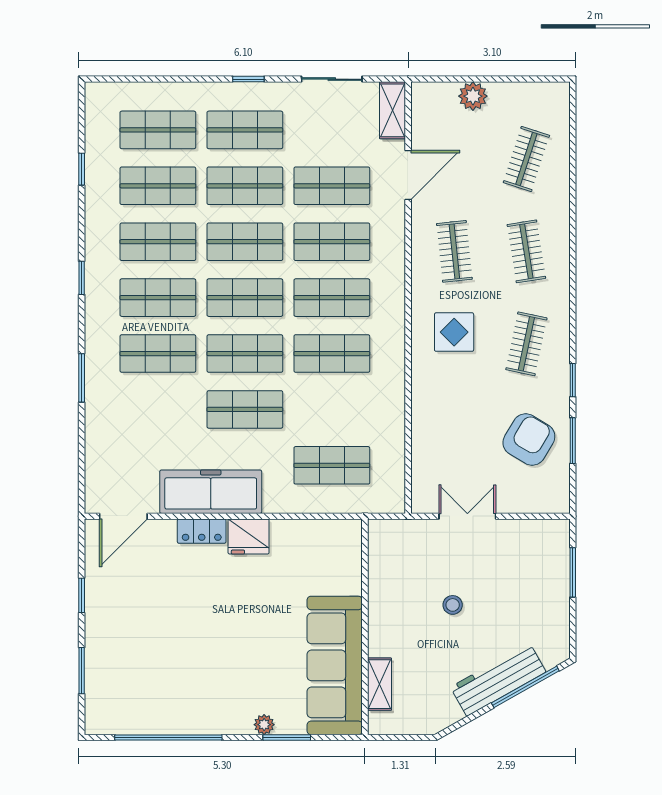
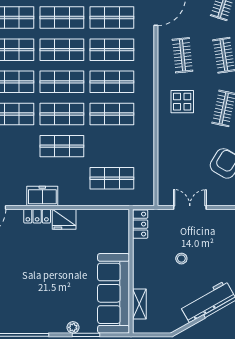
freezer: (211, 492) -> (42, 196), width x0.52, depth x0.79
locker: (381, 545) -> (140, 224), added

